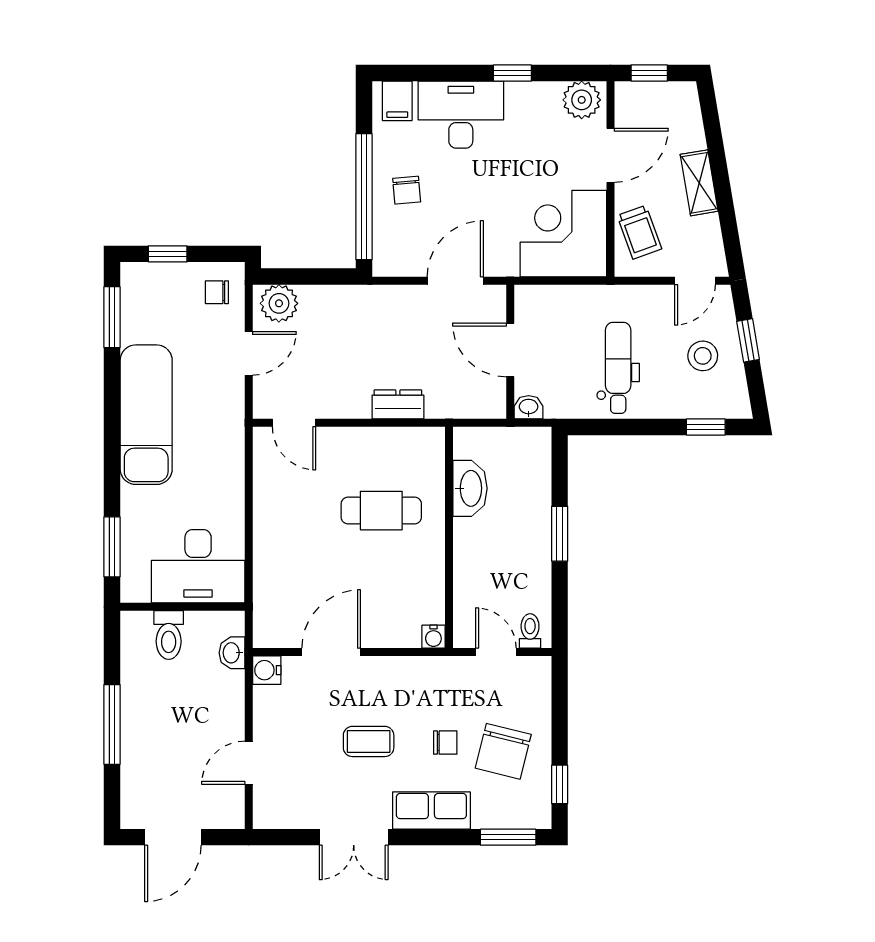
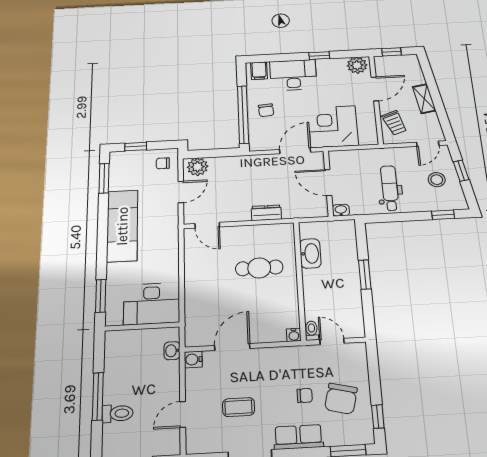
corner desk: (563, 234) -> (333, 127), moved
toilet: (530, 631) -> (312, 331), moved
toilet: (169, 635) -> (118, 413), moved, turned -90
coffee table: (369, 741) -> (239, 407), moved

